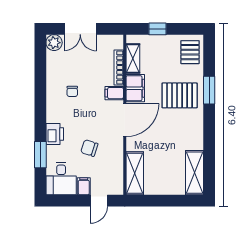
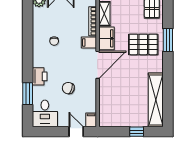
shelving: (135, 173) -> (106, 109), removed
shelving: (195, 173) -> (156, 100), width x1.47
filing cabinet: (84, 186) -> (91, 120), moved
door: (99, 201) -> (76, 132), swing flipped
window: (172, 201) -> (137, 132), added

